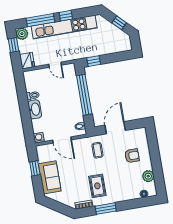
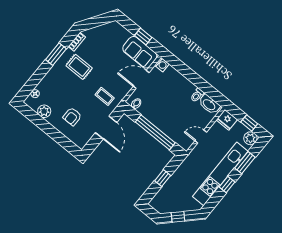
window: (40, 20) -> (245, 163), width x0.69
window: (94, 61) -> (163, 178), moved
washbasin: (35, 109) -> (209, 104), moved
sofa: (50, 177) -> (140, 52), moved

